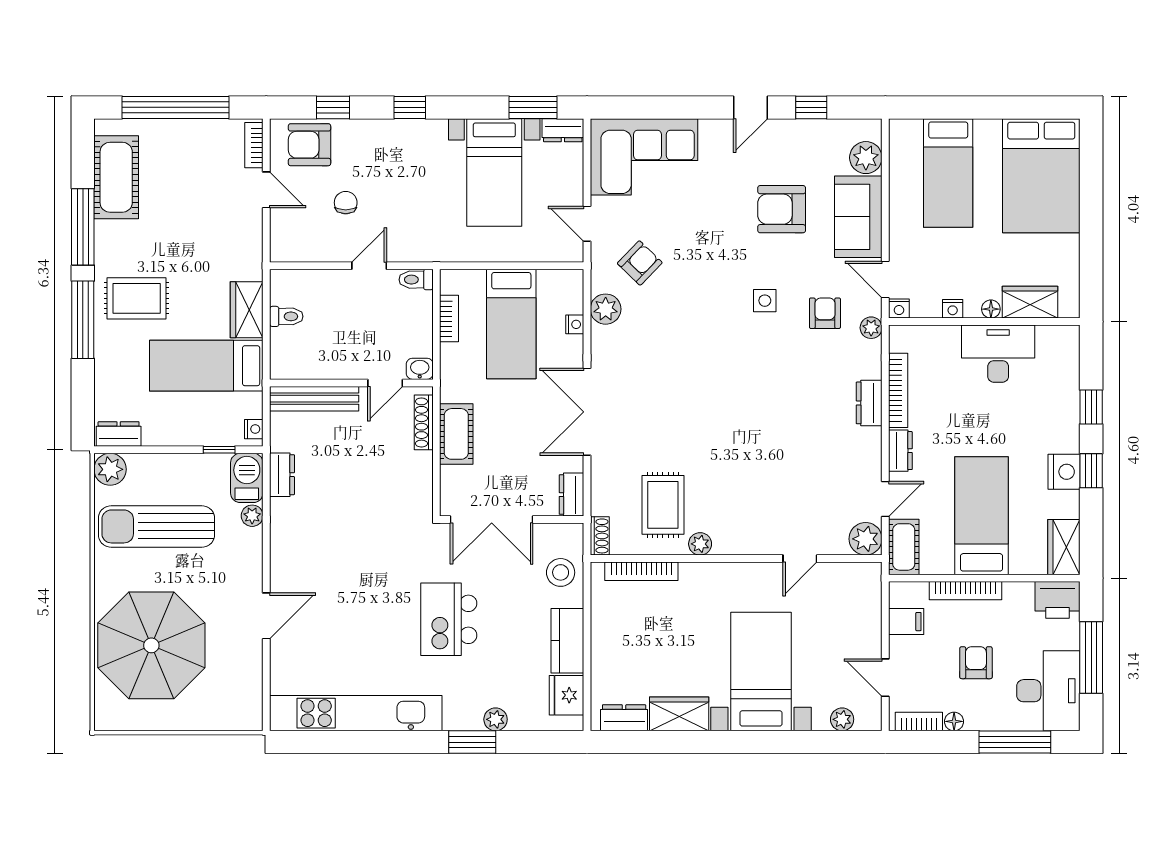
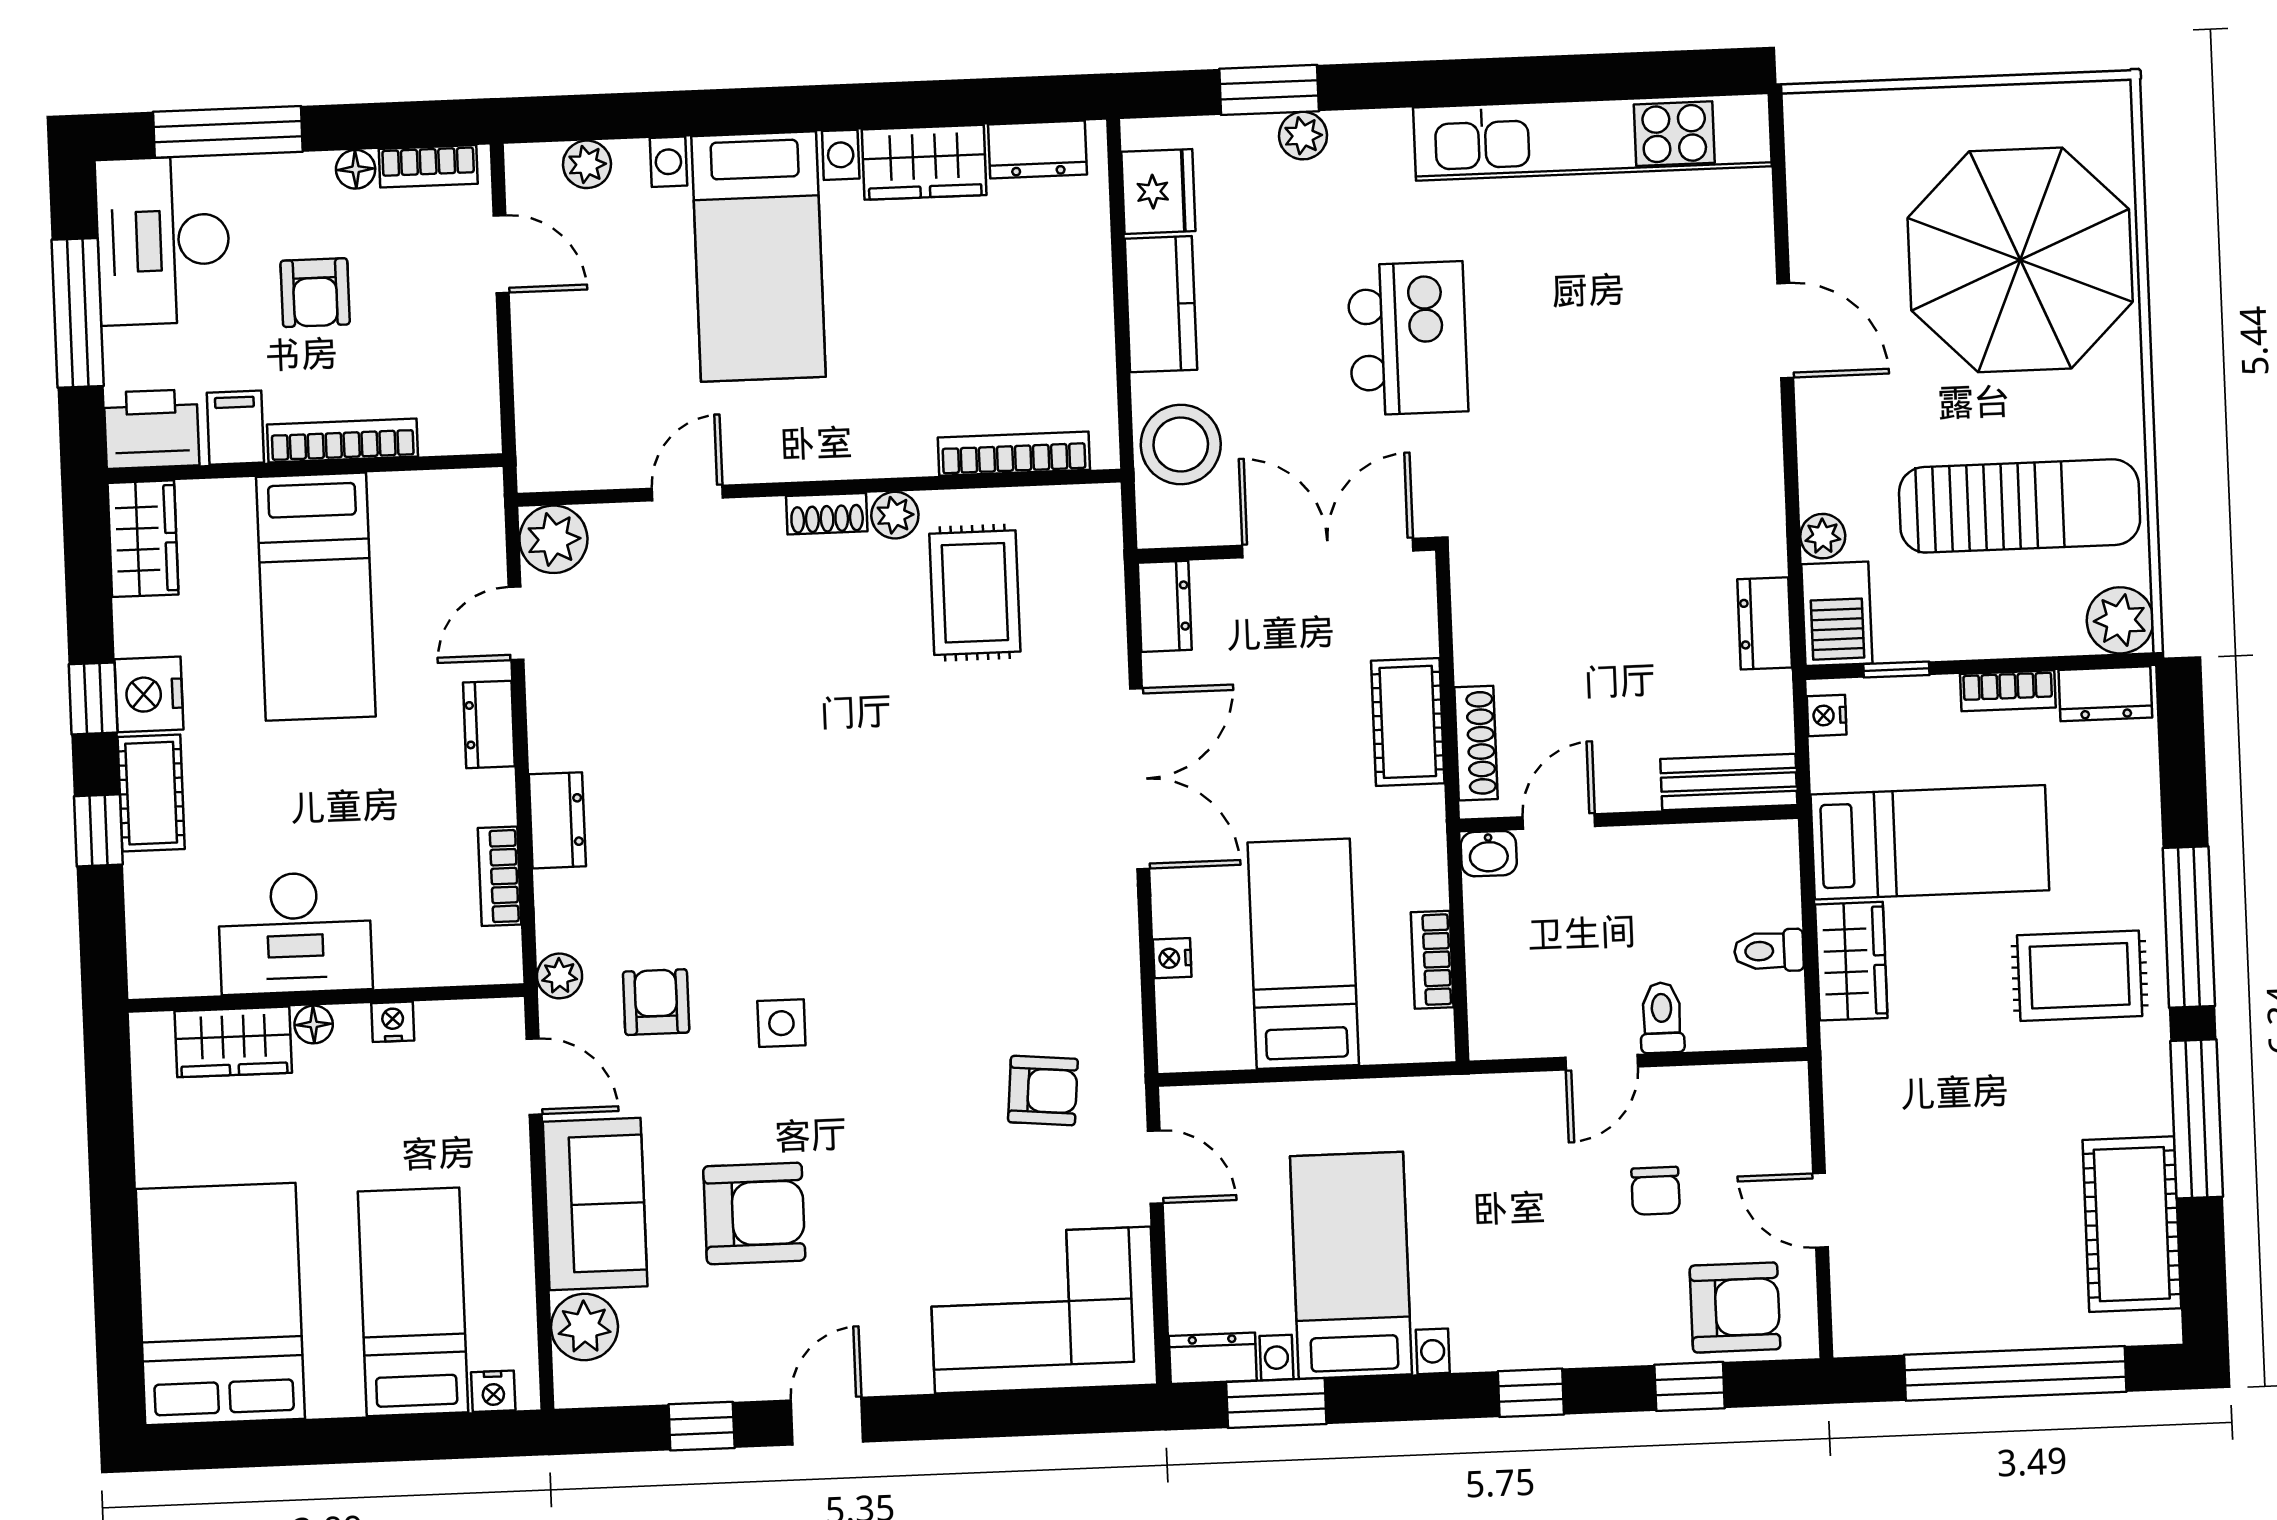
bookcase: (254, 145) -> (2008, 691), moved, turned 90
armchair: (640, 263) -> (1043, 1091), turned -129
toilet: (416, 280) -> (1662, 1018), moved, turned -90
plant: (606, 309) -> (1110, 992), removed
nightstand: (899, 309) -> (493, 1391), moved, turned 180
armchair: (825, 313) -> (656, 1002), turned 180
bookcase: (898, 390) -> (499, 876), width x0.64
bench: (314, 399) -> (1729, 782), width x0.73
shoe rack: (600, 536) -> (827, 514), moved, turned -90
cot: (904, 547) -> (151, 793), moved
stool: (561, 572) -> (1181, 444), width x1.38, depth x1.38
door: (266, 616) -> (1785, 330), swing flipped
filing cabinet: (906, 622) -> (235, 428), moved, turned 90
window: (472, 742) -> (1269, 90), moved

